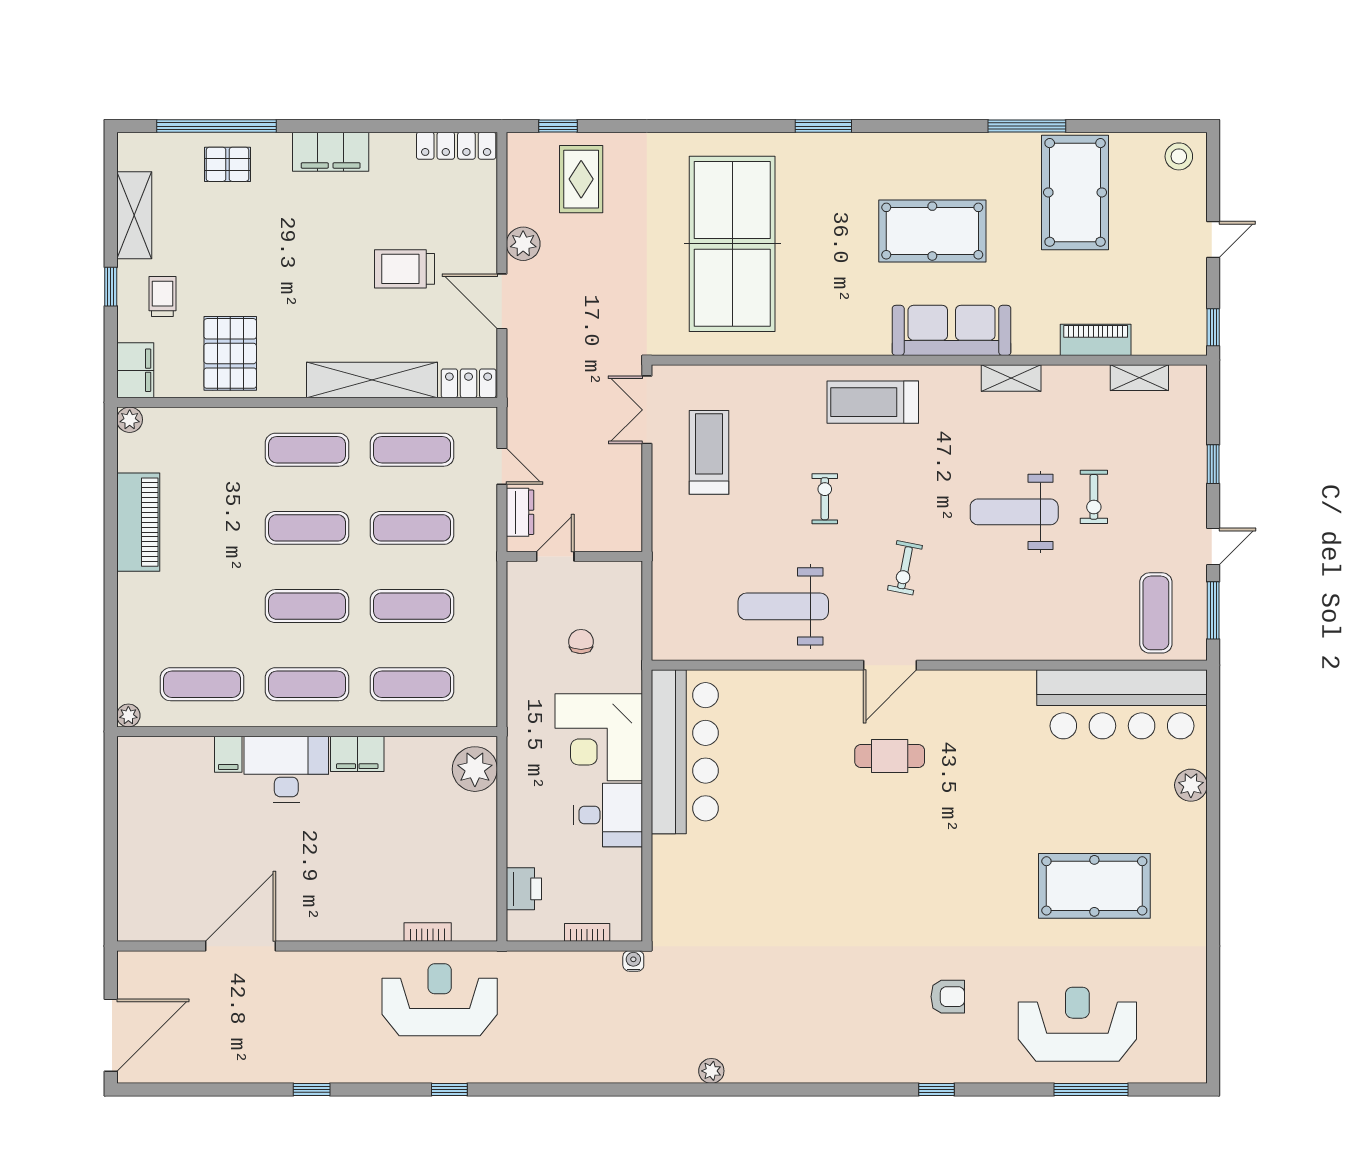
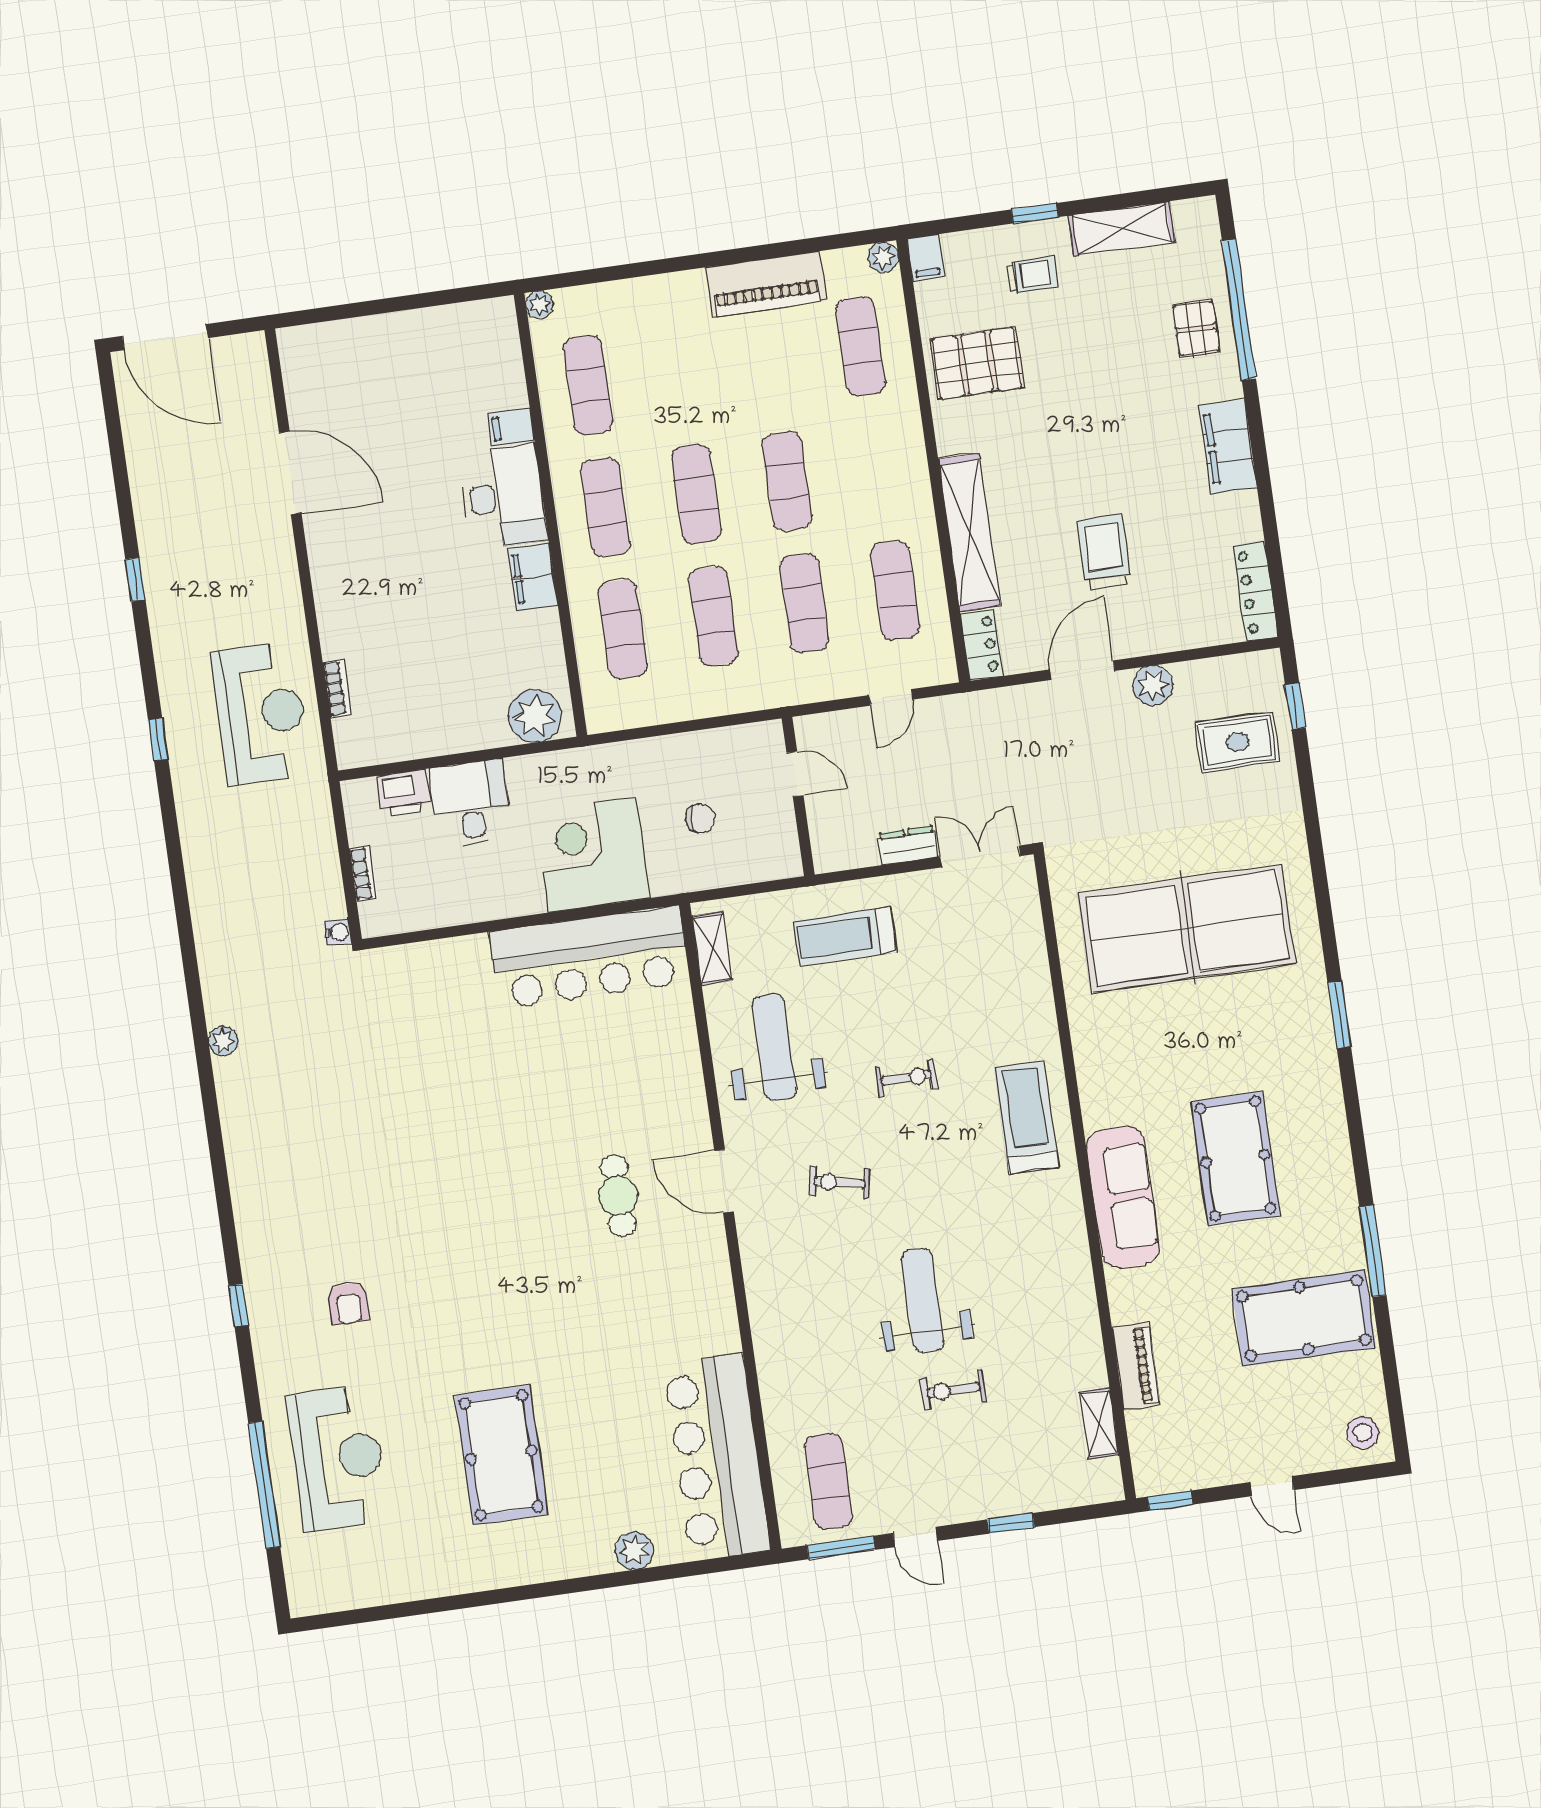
filing cabinet: (135, 370) -> (926, 258), width x0.50
shelving: (1011, 378) -> (712, 948), moved
exercise mat: (307, 450) -> (860, 346), moved
treadmill: (709, 452) -> (845, 937), moved, turned 180
dresser: (520, 512) -> (908, 845), moved, turned 180
exercise mat: (1156, 613) -> (829, 1481), turned 90
desk: (608, 815) -> (471, 803), moved, turned 180
window: (1091, 1089) -> (264, 1485), width x1.46

